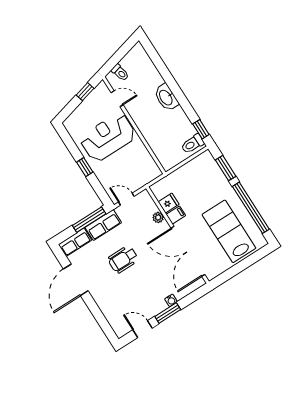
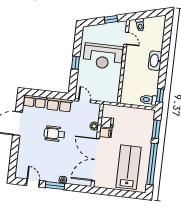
reception desk: (108, 137) -> (103, 56), turned 180
window: (89, 220) -> (53, 95), removed

